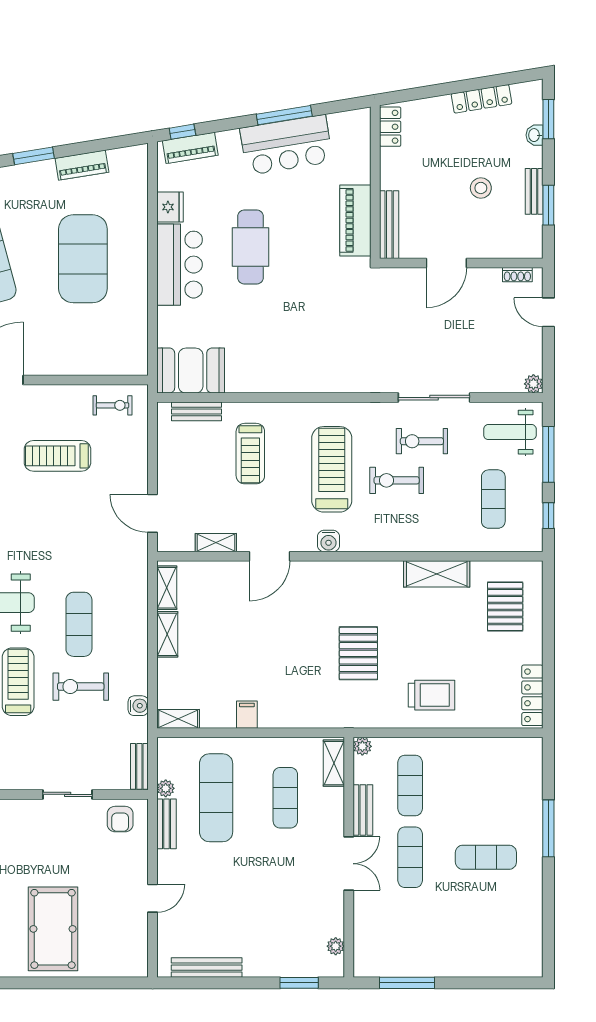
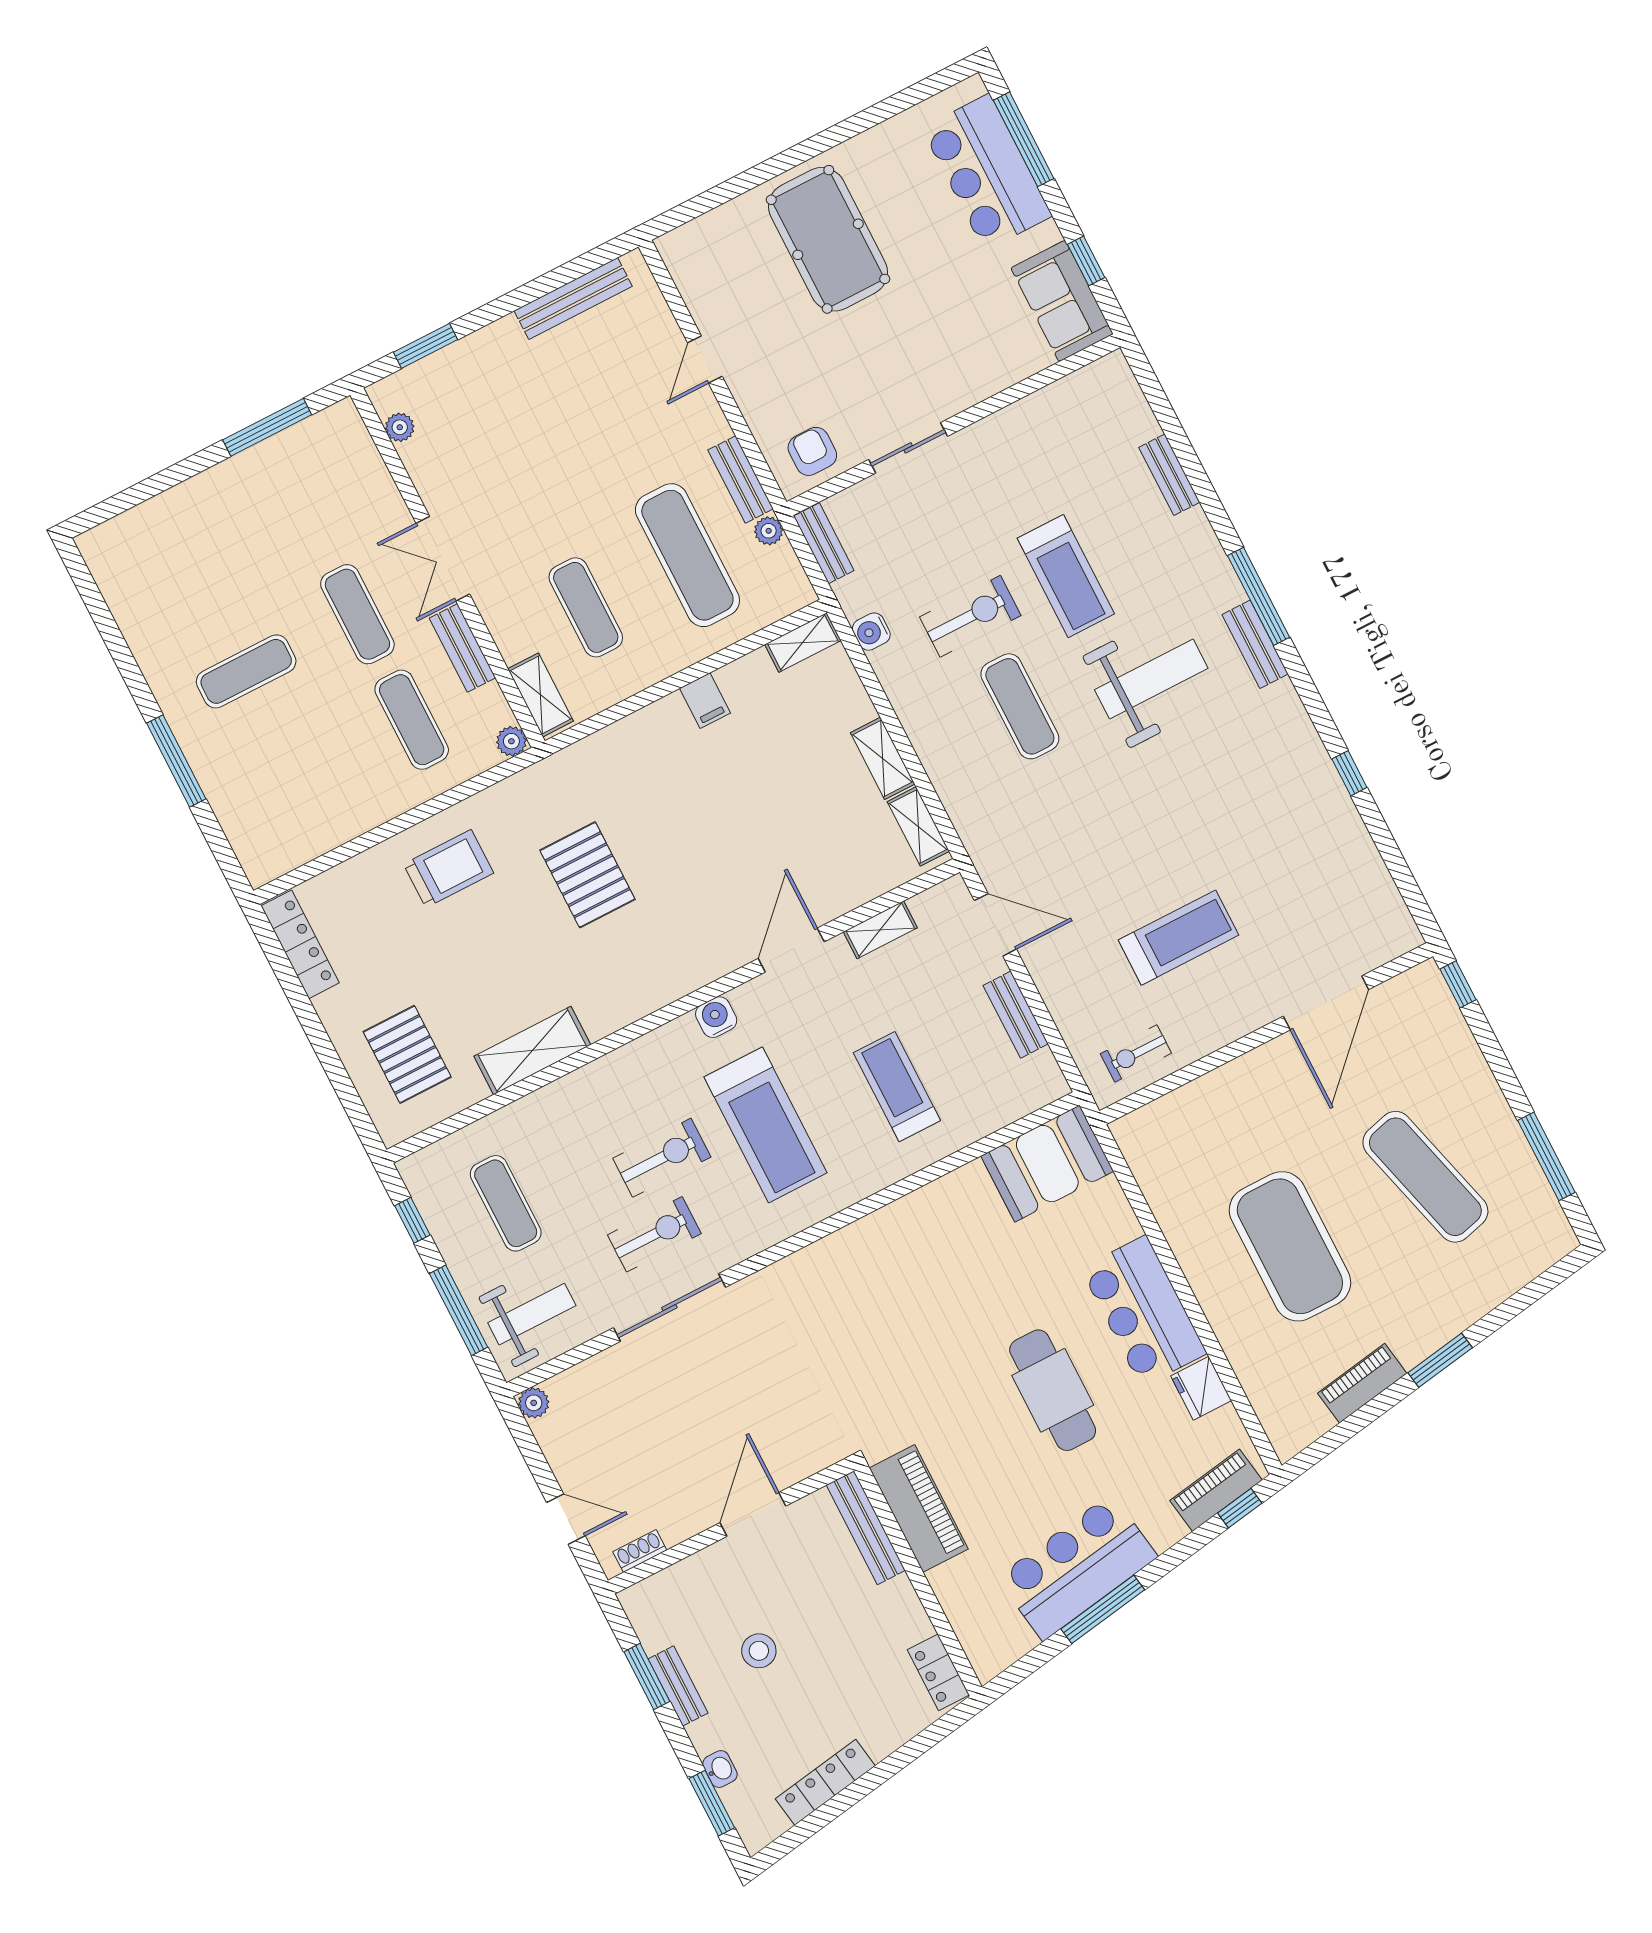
bench: (197, 411) -> (1016, 1015), moved, turned 90
trolley: (431, 695) -> (449, 869), turned 180

